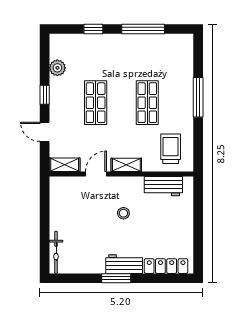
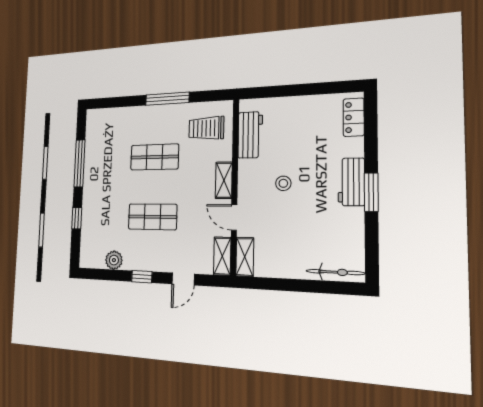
window: (198, 97) -> (167, 99), moved
shelving: (65, 183) -> (245, 257), added
locker: (166, 266) -> (354, 117), width x0.66

